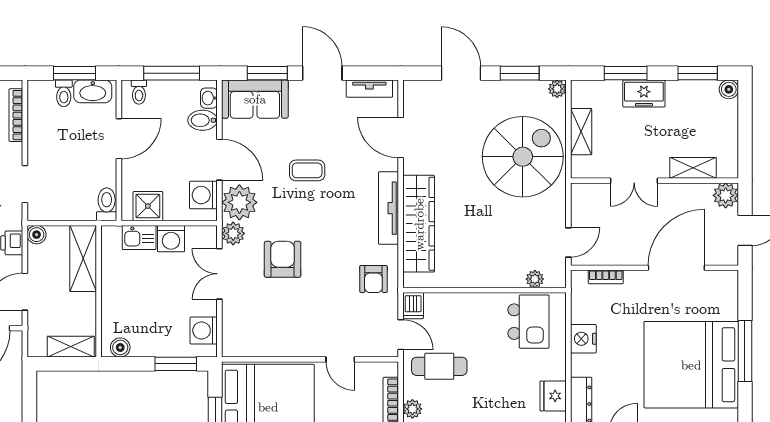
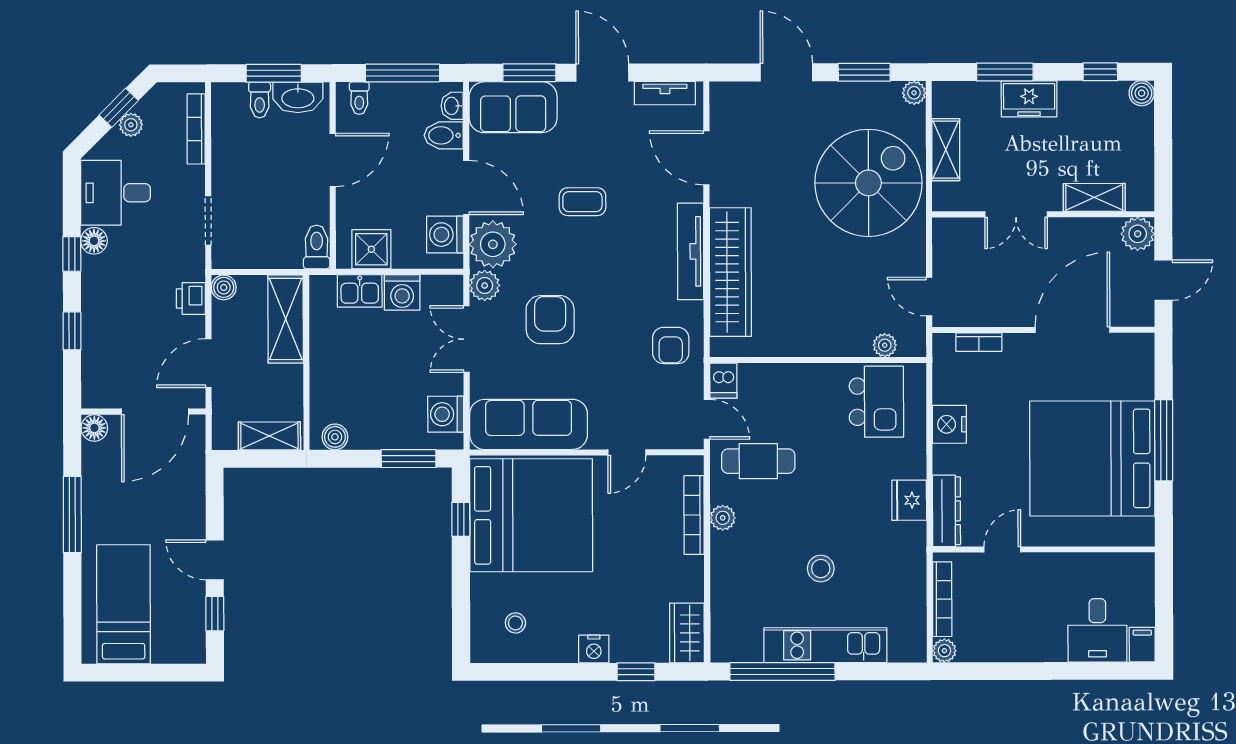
window: (698, 73) -> (1100, 72), width x0.67
door: (568, 242) -> (929, 297), swing flipped
sofa: (266, 338) -> (529, 424), added
door: (340, 359) -> (627, 452), hinge flipped

